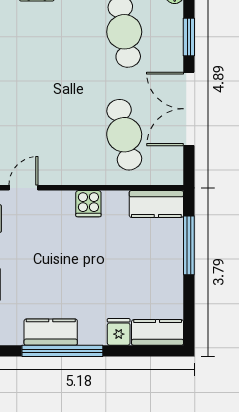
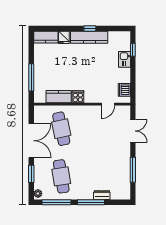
kitchen counter: (156, 204) -> (59, 97), moved
kitchen counter: (51, 332) -> (89, 37), width x1.50
window: (62, 351) -> (90, 29), width x0.32

